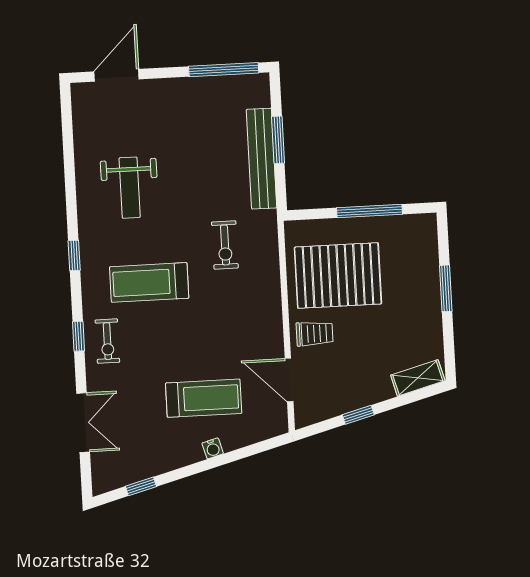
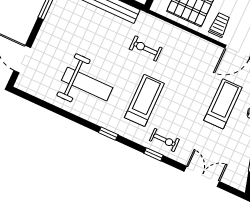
weight bench: (130, 188) -> (87, 84), width x1.36, depth x1.33
exercise bike: (225, 245) -> (146, 48), turned 180
treadmill: (149, 282) -> (144, 100), turned 180

